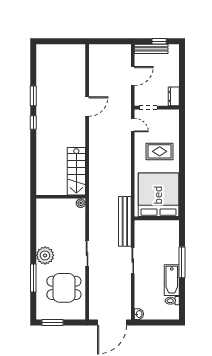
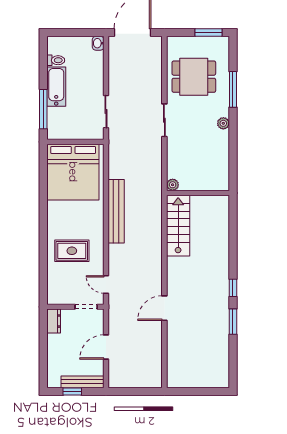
bed: (158, 195) -> (73, 172), moved
wall: (157, 218) -> (75, 142), moved
bench: (125, 221) -> (116, 211), moved
plant: (45, 255) -> (223, 123), width x0.53, depth x0.53

